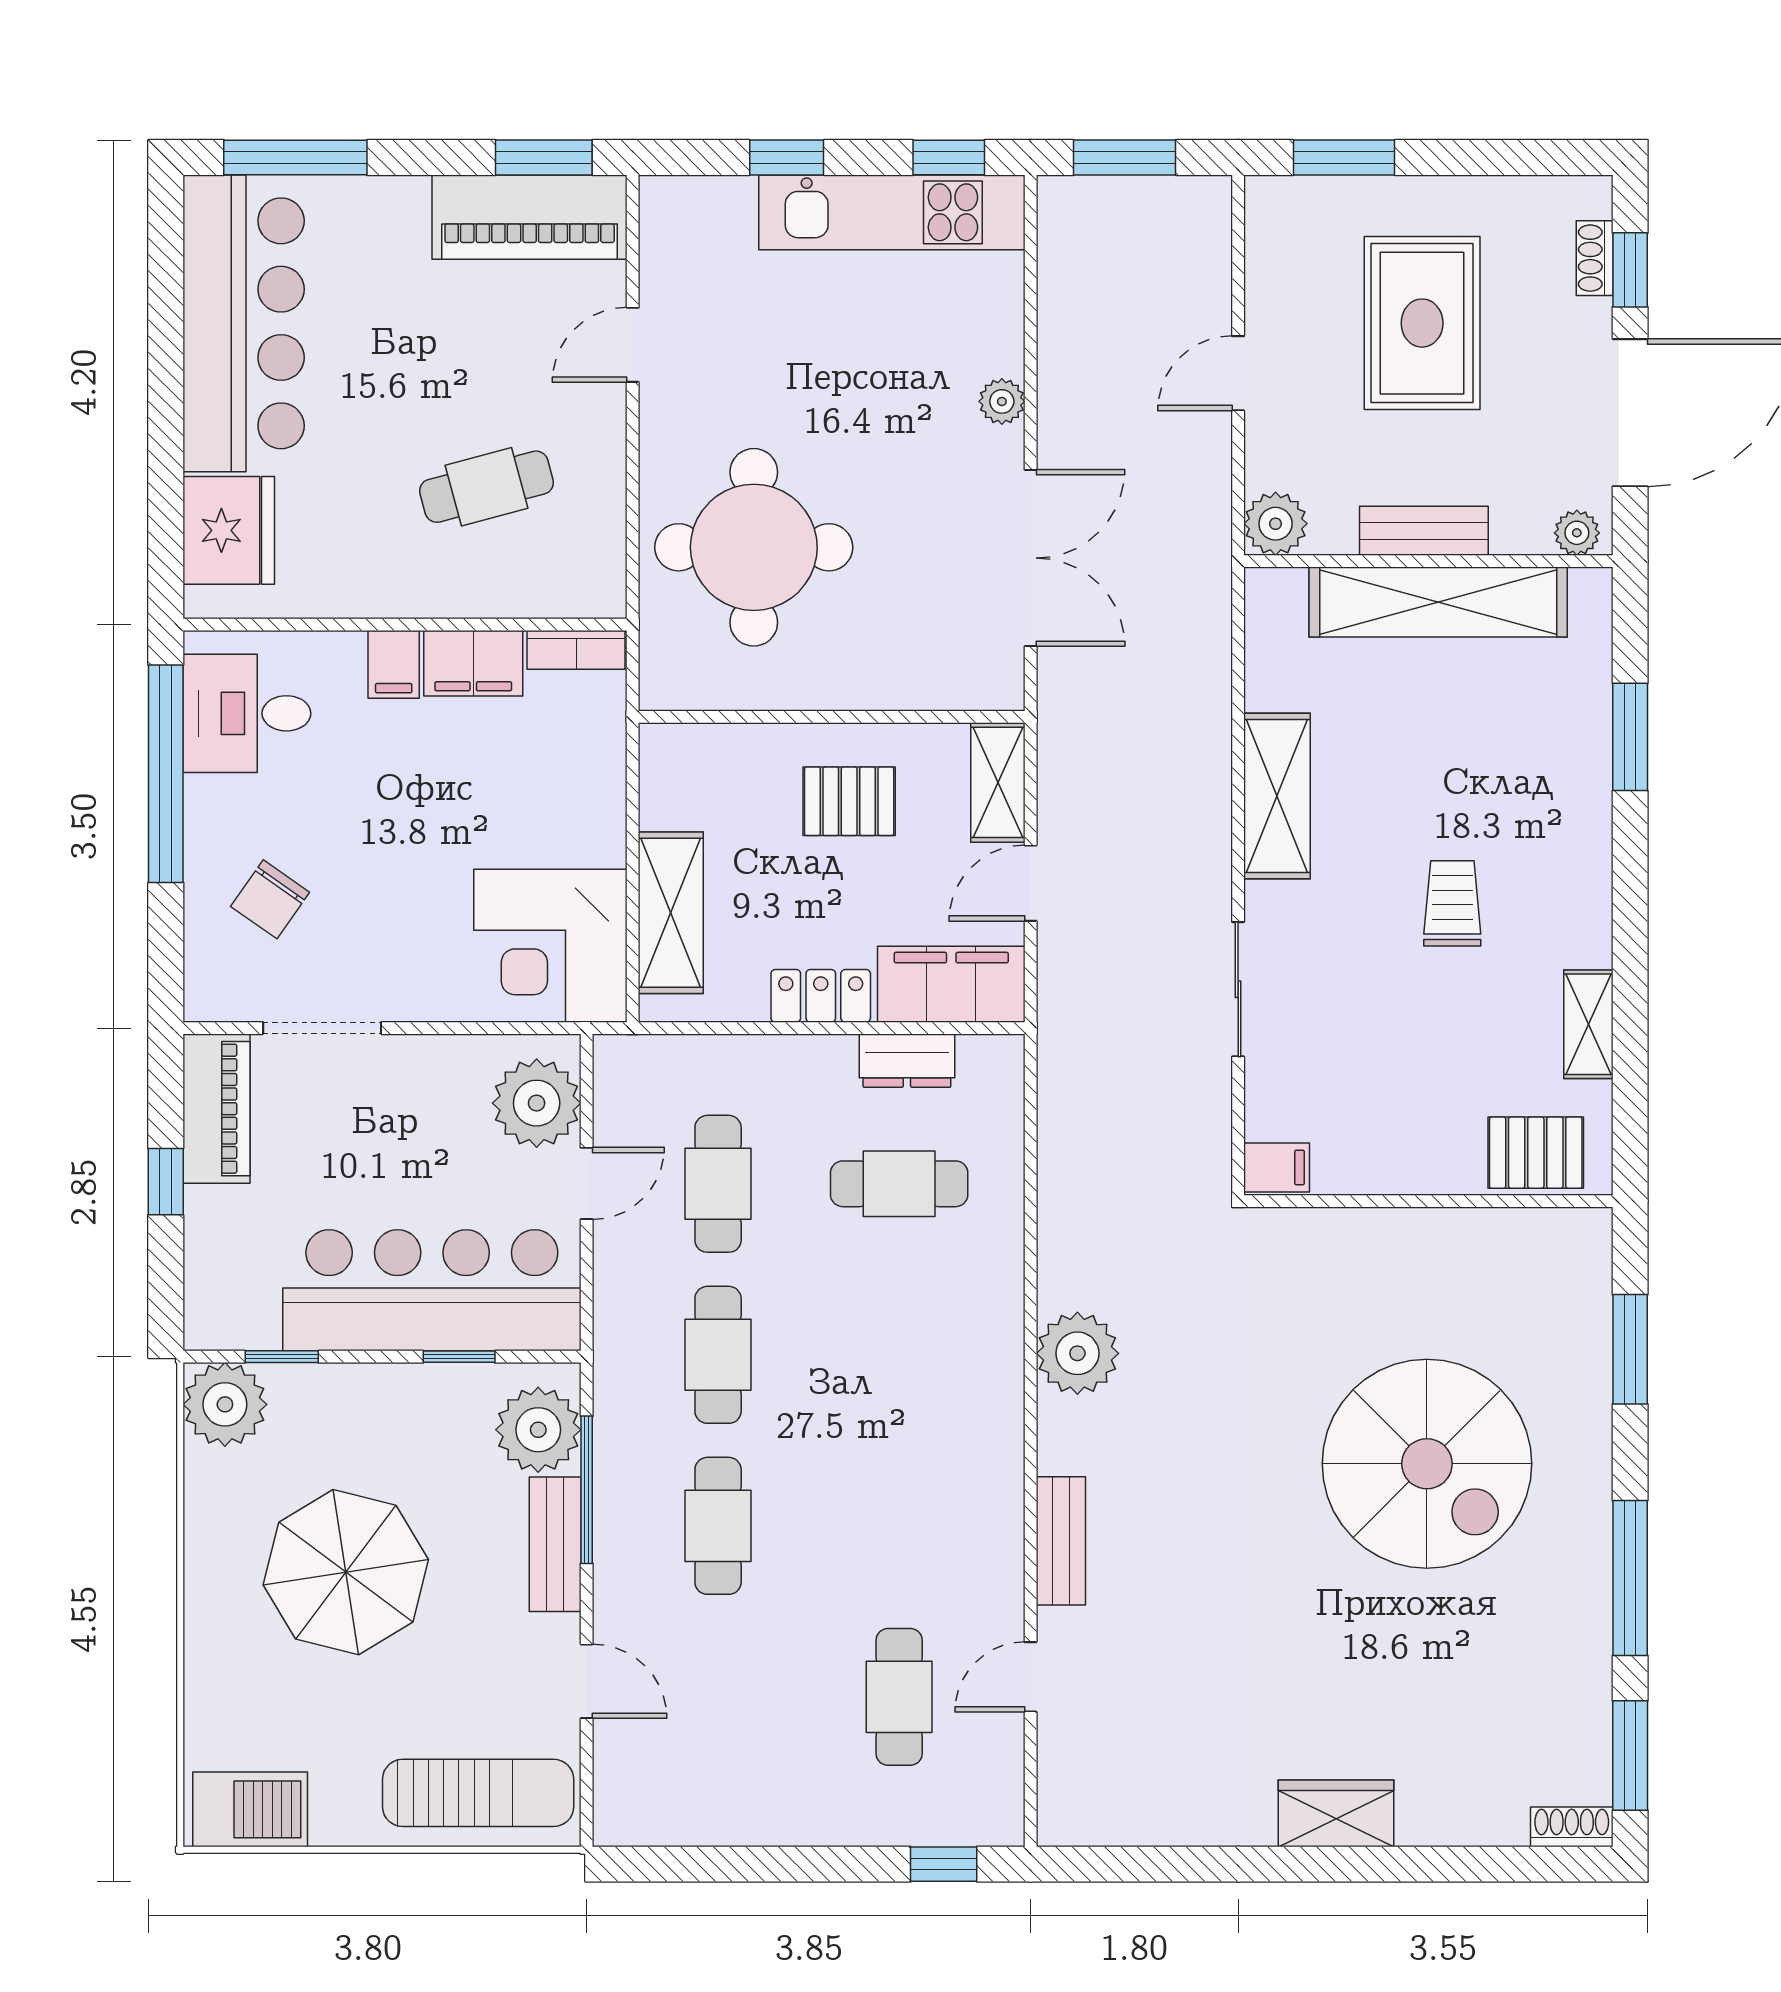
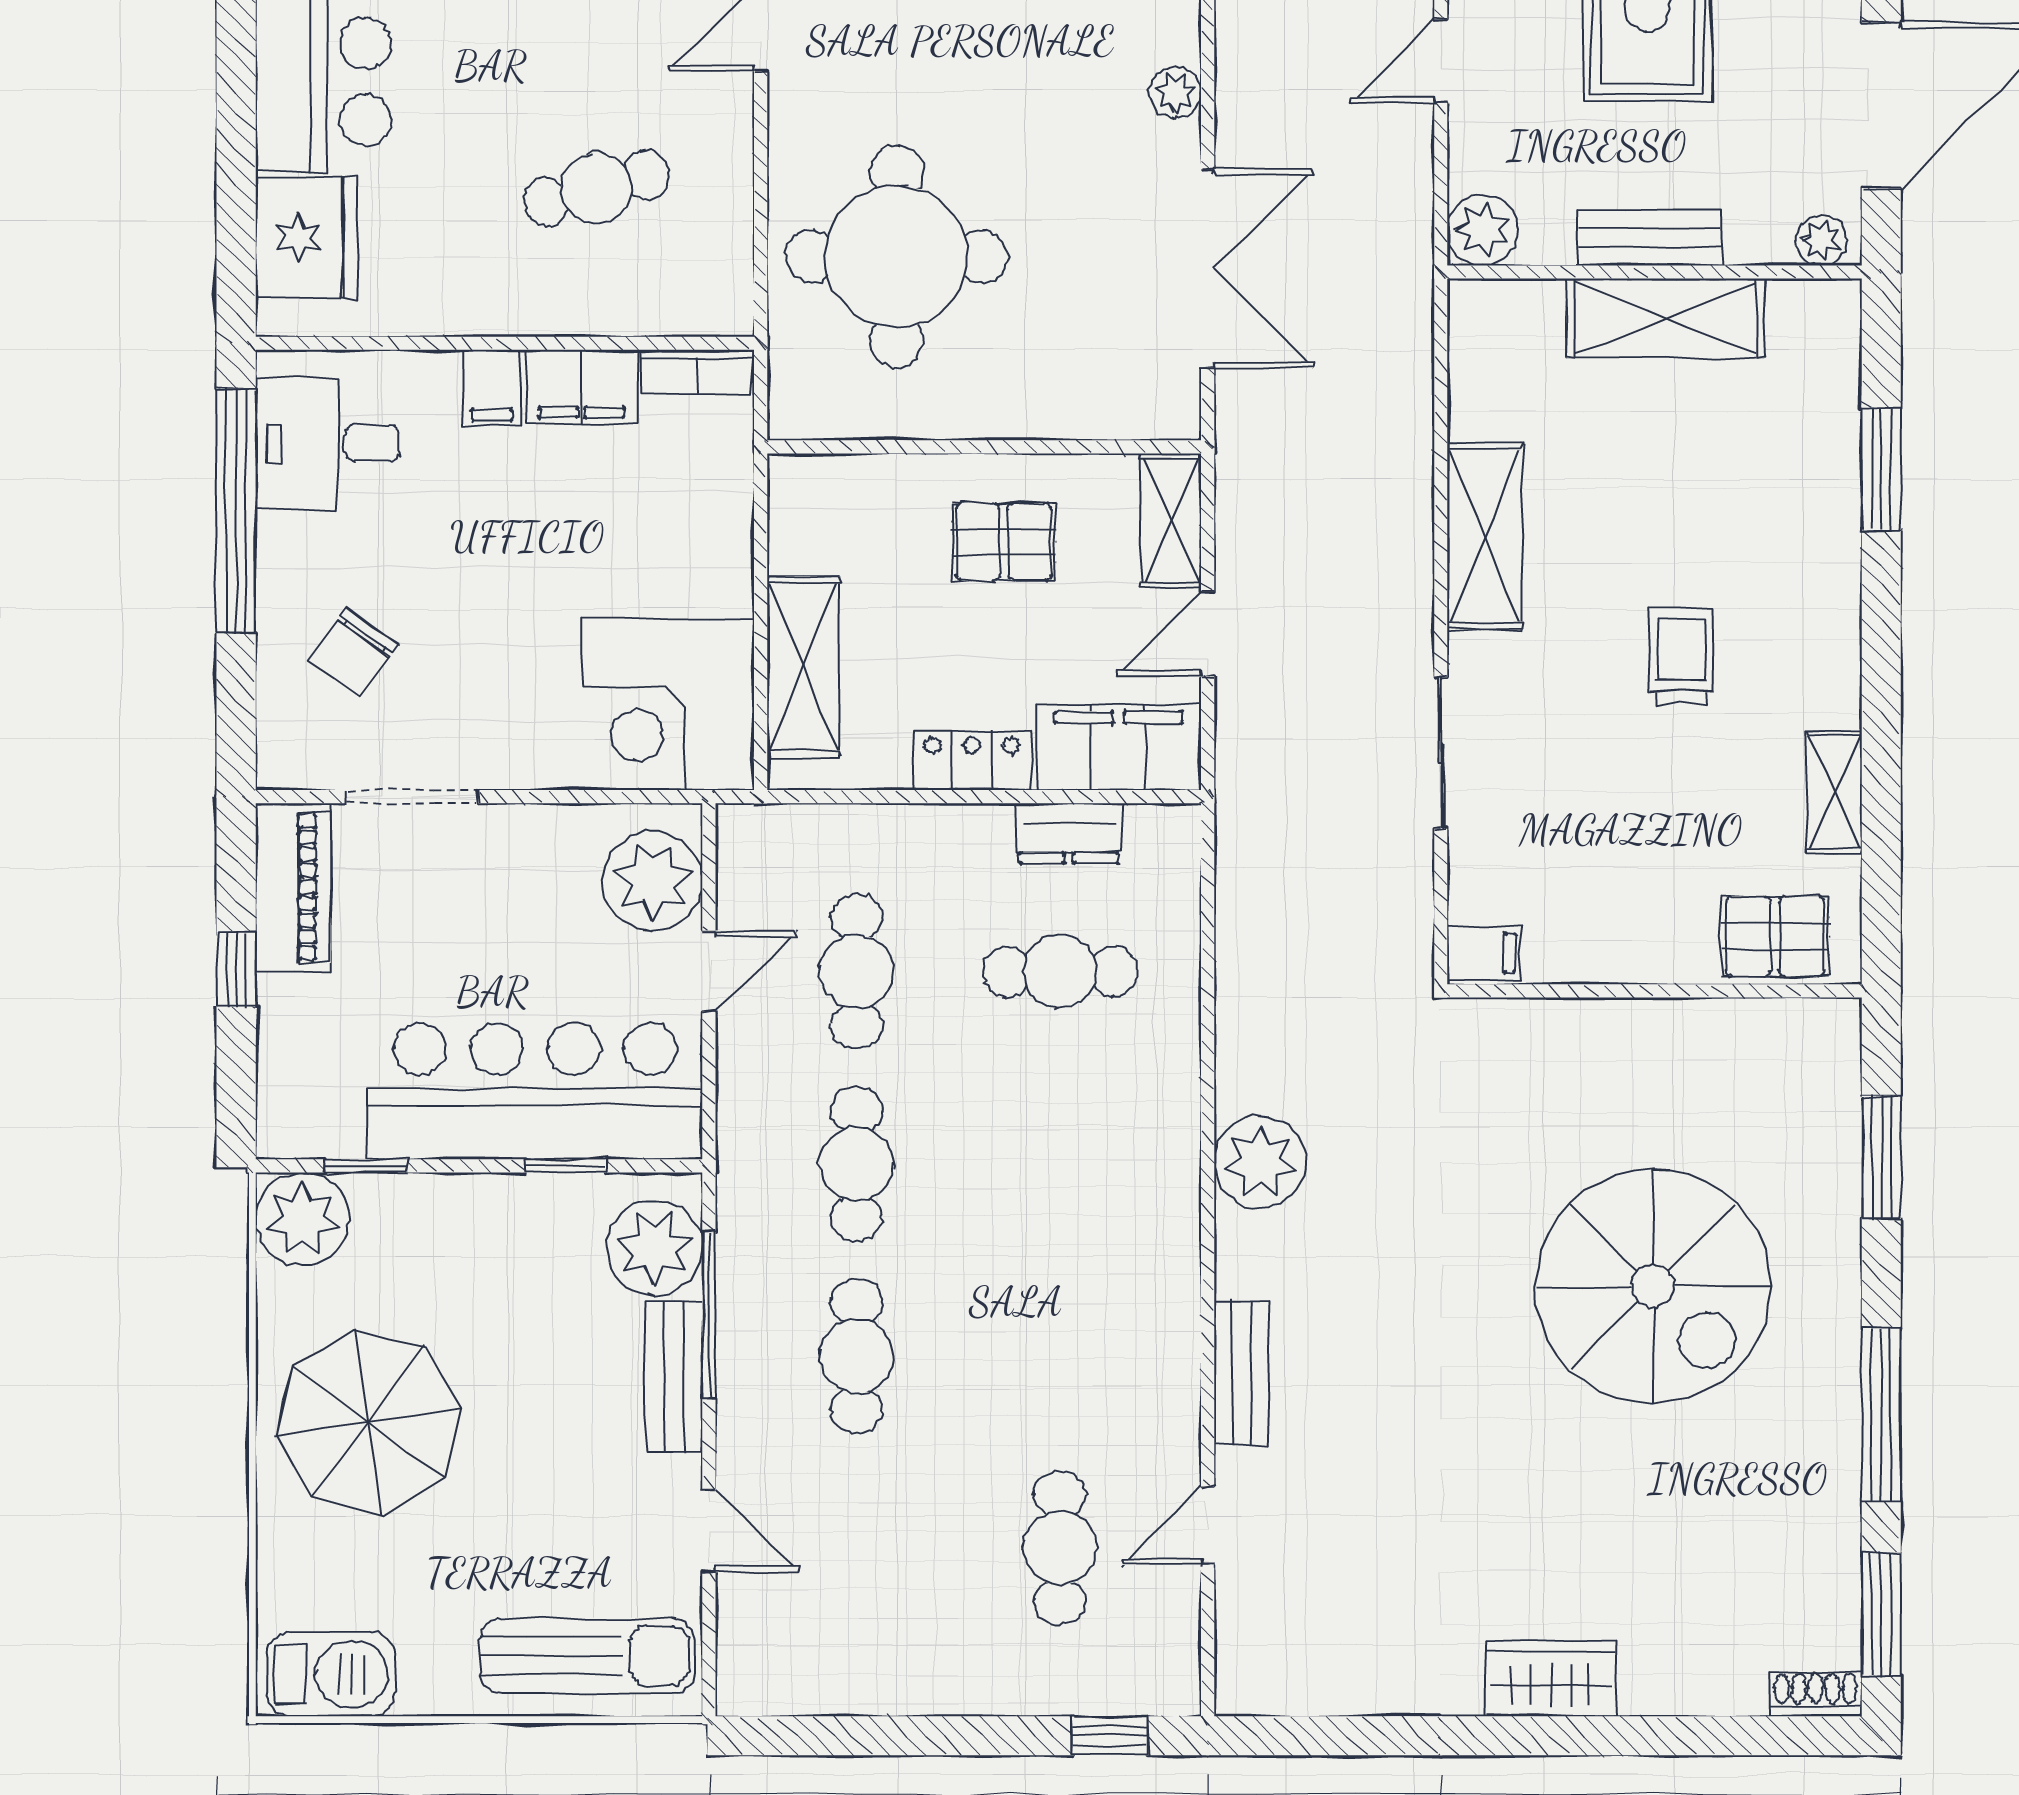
shelving: (1438, 602) -> (1666, 318), width x0.68
parasol: (346, 1572) -> (369, 1422), moved

